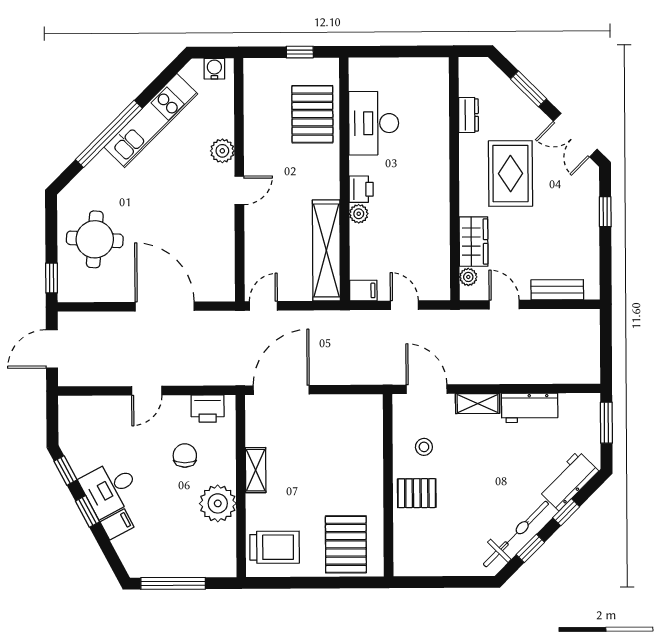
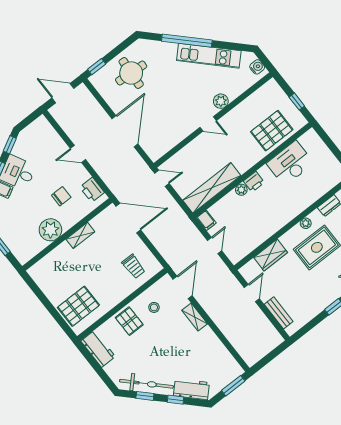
plant: (468, 277) -> (306, 223), moved
workbench: (530, 408) -> (98, 349), moved, turned 180
trolley: (275, 547) -> (134, 266), moved, width x0.73, depth x0.72

